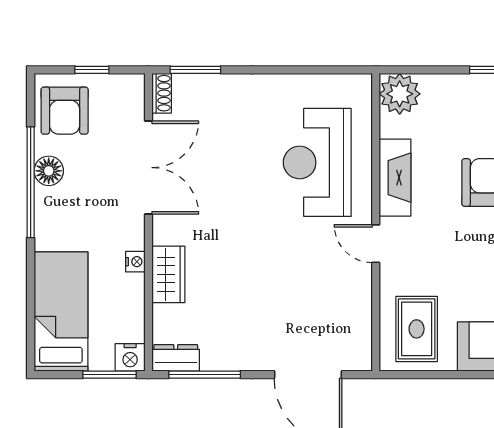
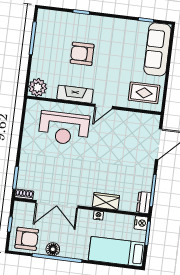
double door: (149, 168) -> (57, 204), swing flipped

